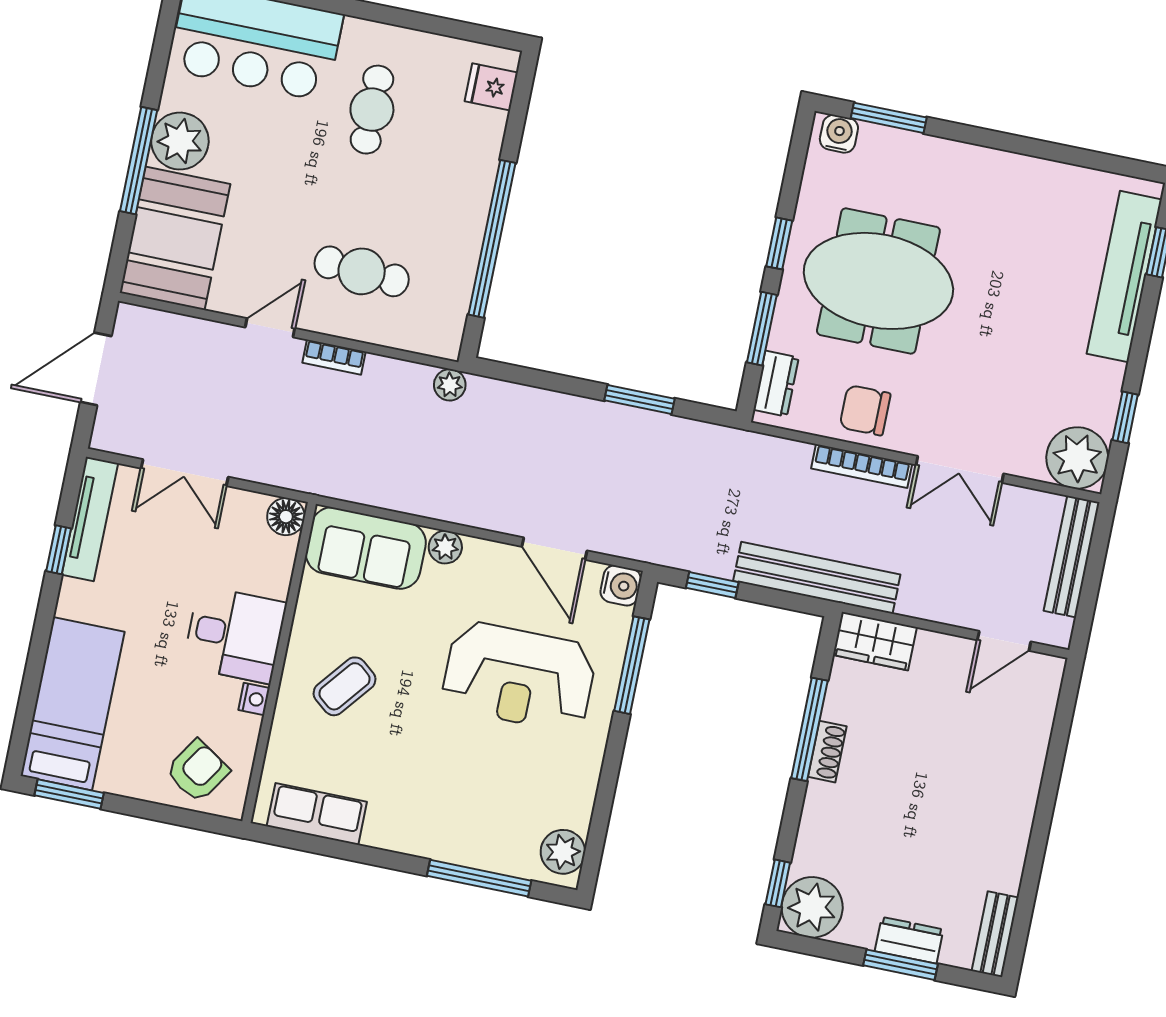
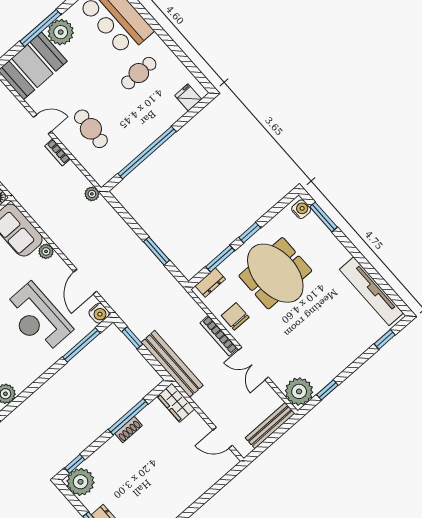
tv unit: (1124, 277) -> (371, 291), moved, turned -90

